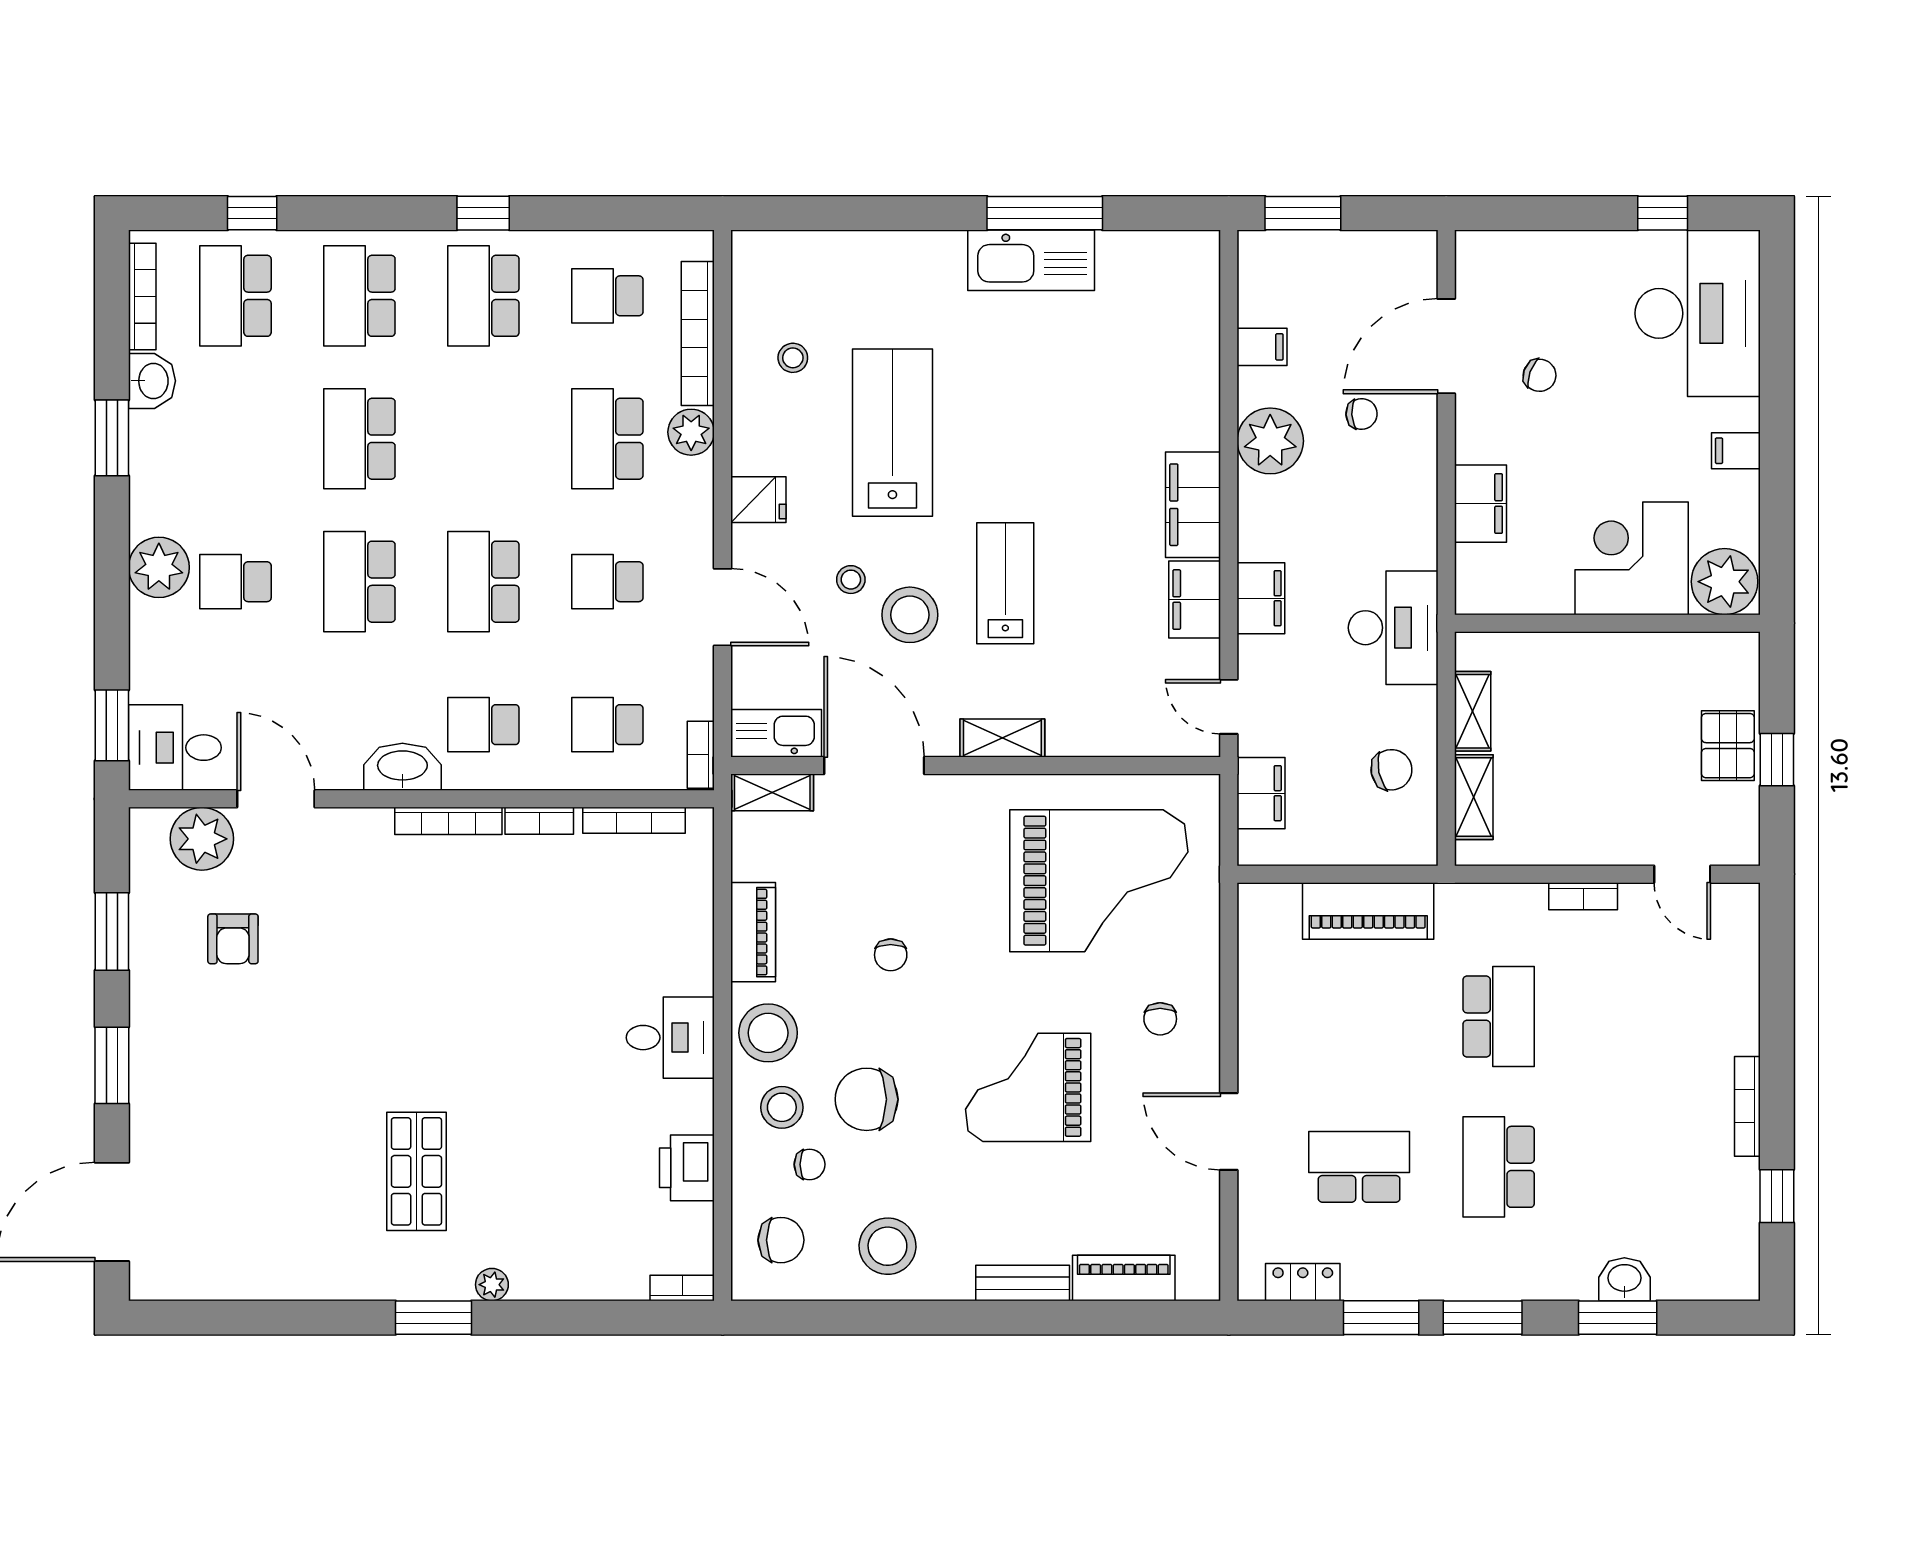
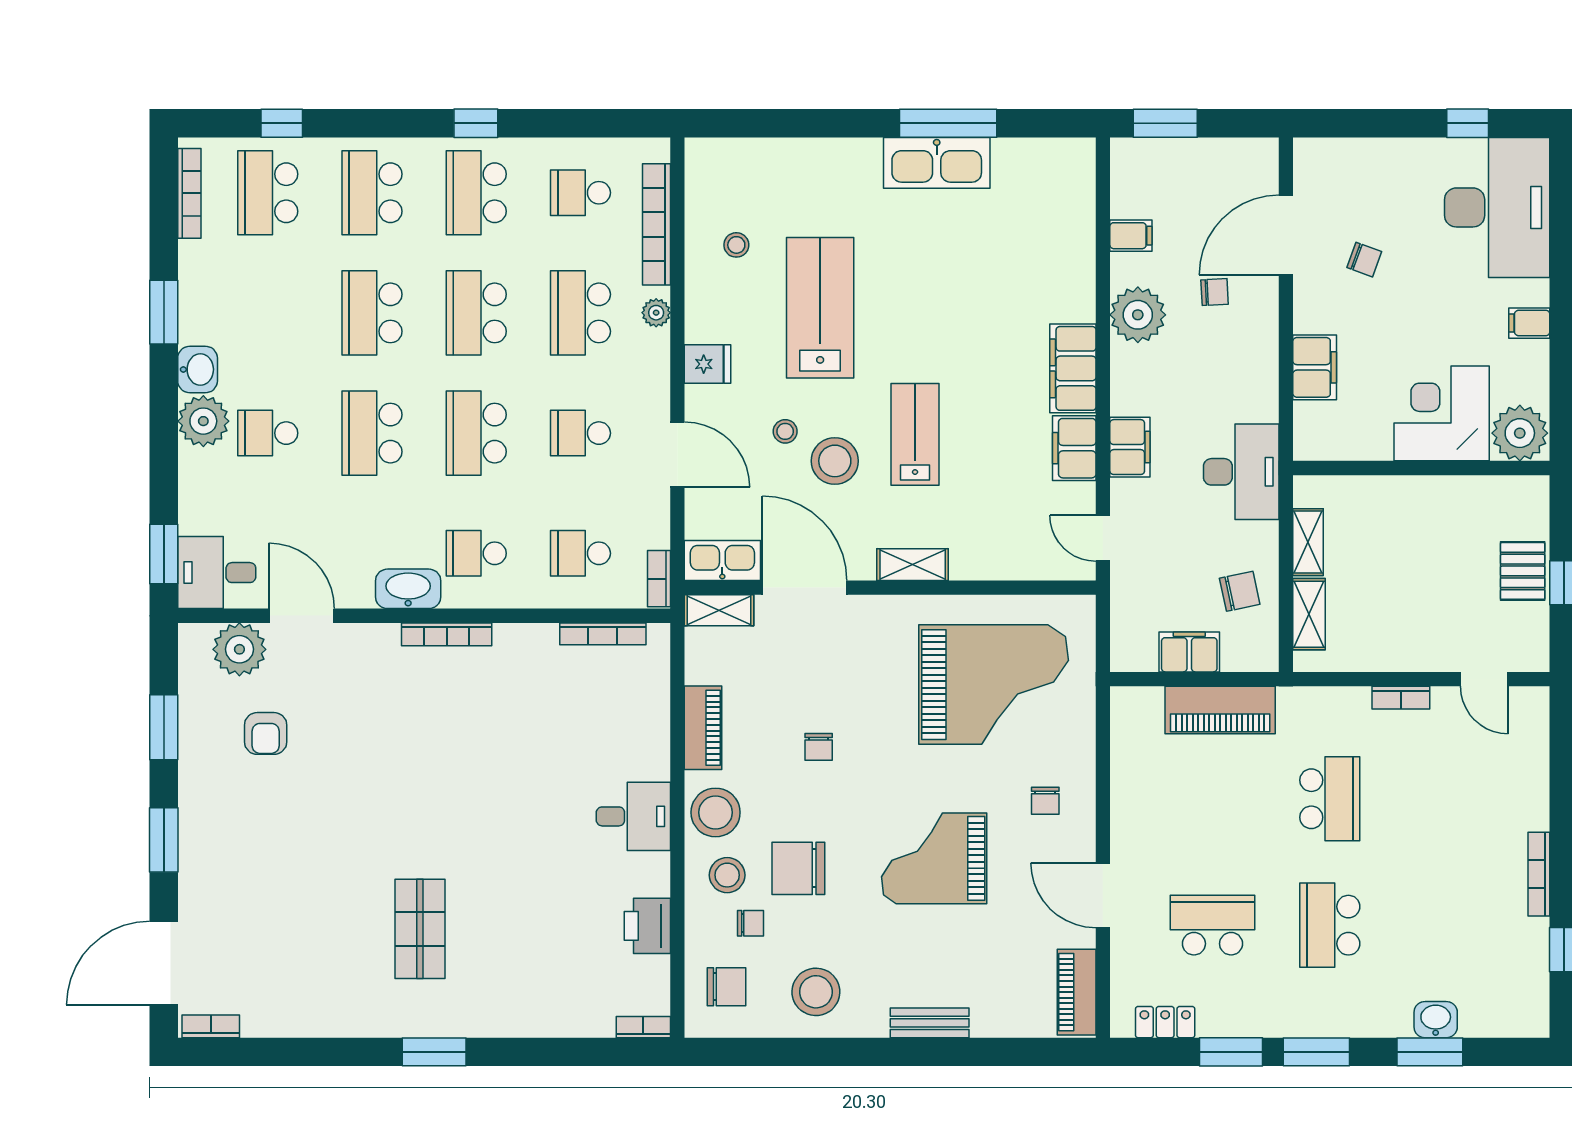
washbasin: (152, 381) -> (198, 369), moved
plant: (691, 432) -> (656, 313), width x0.73, depth x0.73
school desk: (483, 439) -> (476, 313), added
filing cabinet: (1261, 793) -> (1189, 652), moved, turned -90
bookcase: (539, 821) -> (211, 1026), moved, turned 180
piano: (1124, 1278) -> (1077, 992), moved, turned -90
plant: (492, 1285) -> (483, 1024), removed

